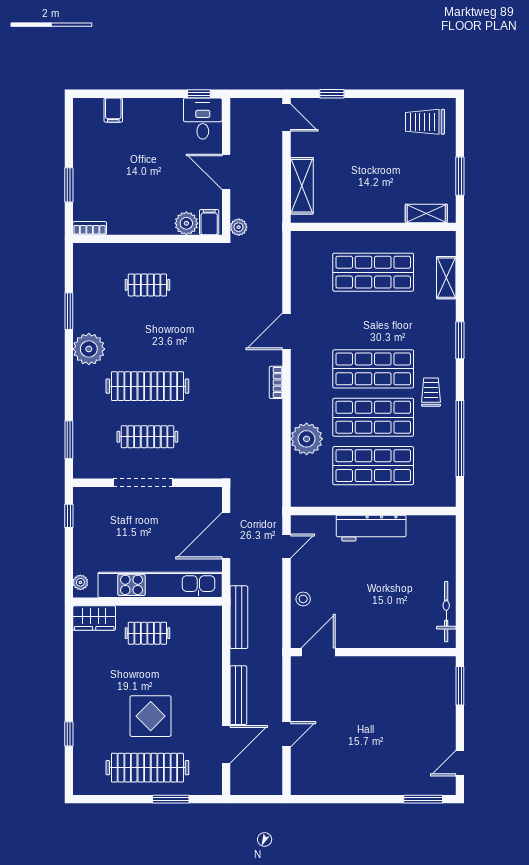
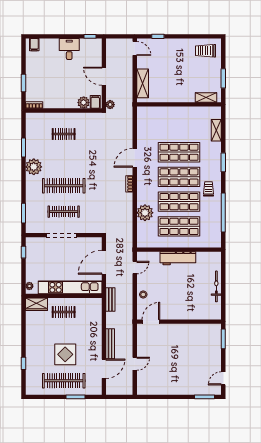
filing cabinet: (113, 110) -> (34, 45), moved
desk: (203, 118) -> (69, 49), moved
shop shelf: (373, 272) -> (179, 152), moved
bicycle: (446, 612) -> (216, 286), moved
bench: (239, 617) -> (110, 300), width x0.73

